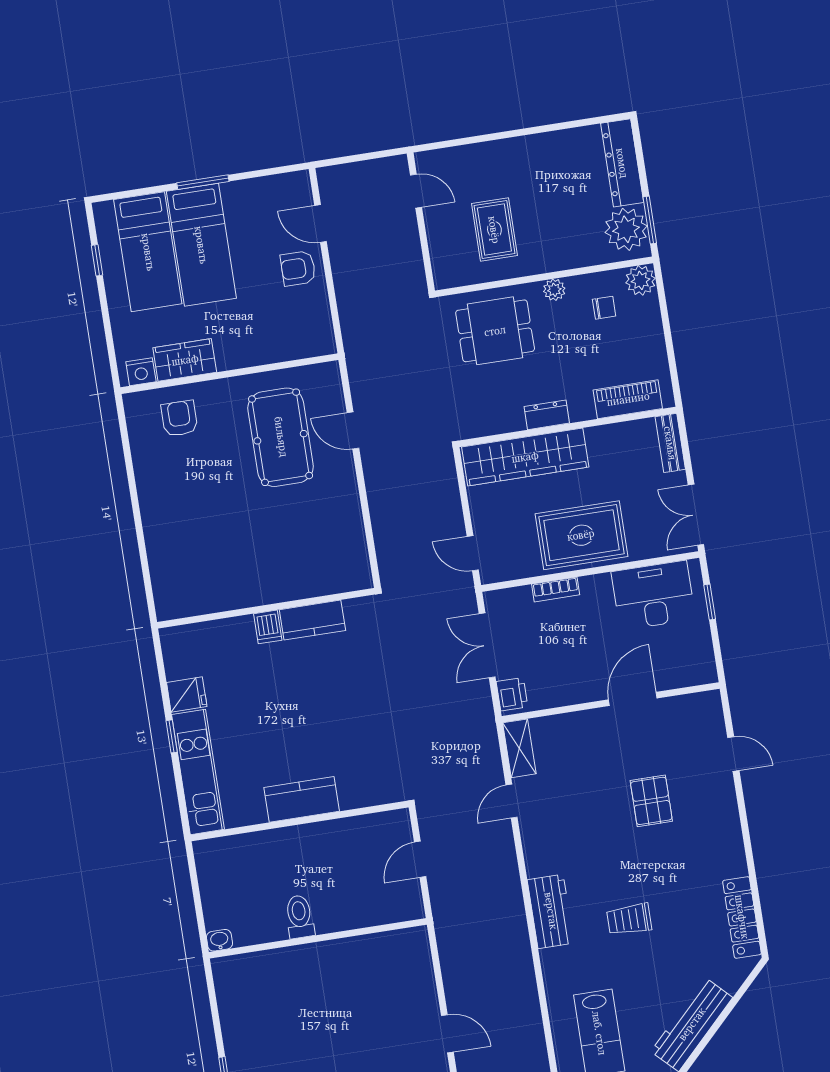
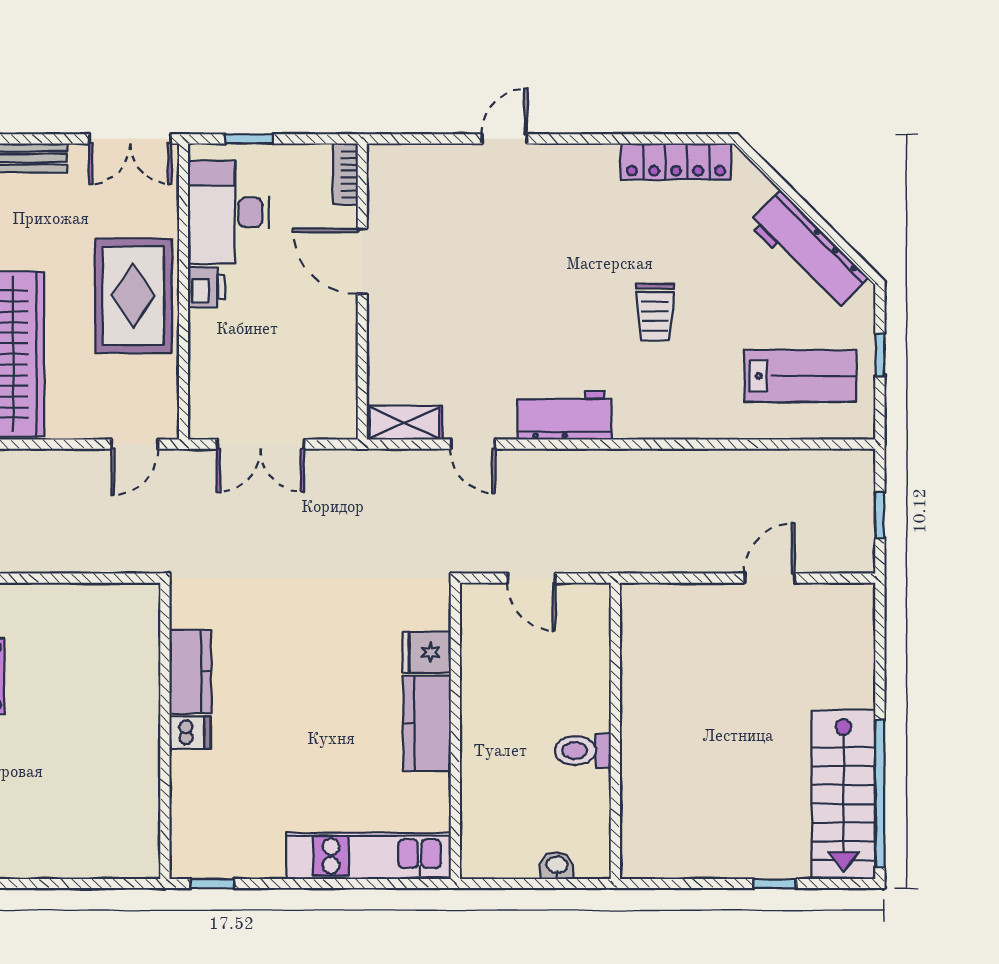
bookcase: (556, 589) -> (345, 174), moved, turned 180
printer: (512, 694) -> (206, 287), moved, turned 90
fridge: (187, 695) -> (426, 652), moved, turned -90
window: (172, 736) -> (212, 884), moved
door: (733, 754) -> (505, 139), moved
pallet: (651, 801) -> (502, 258), removed
workbench: (551, 911) -> (564, 415), moved
washbasin: (219, 940) -> (557, 866), moved, turned 90

